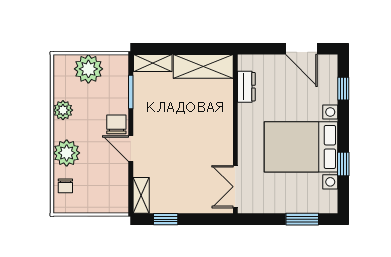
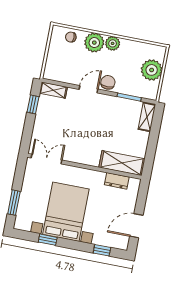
shelving: (203, 66) -> (122, 163), moved, turned 90
plant: (63, 110) -> (113, 43), moved
chair: (116, 124) -> (108, 82), turned -90

